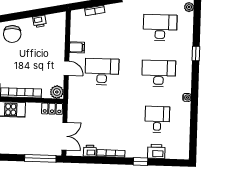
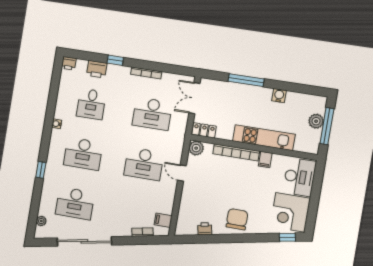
filing cabinet: (77, 47) -> (163, 220), moved
desk: (100, 118) -> (152, 114), added
printer: (90, 151) -> (69, 63), moved
window: (40, 158) -> (246, 80), moved

